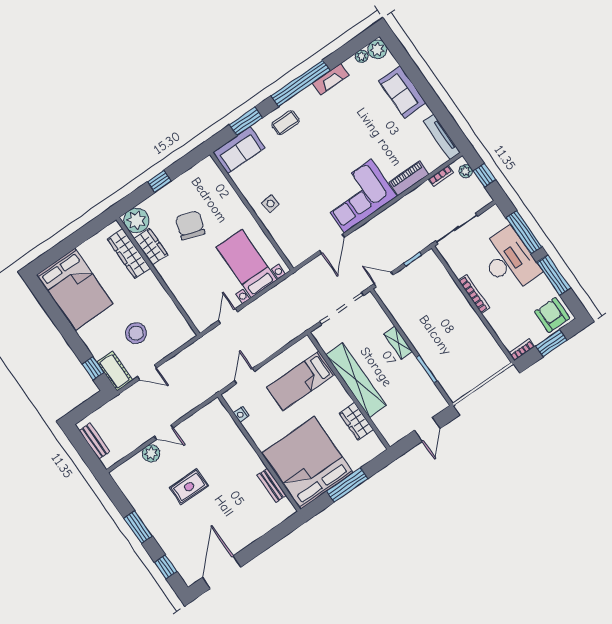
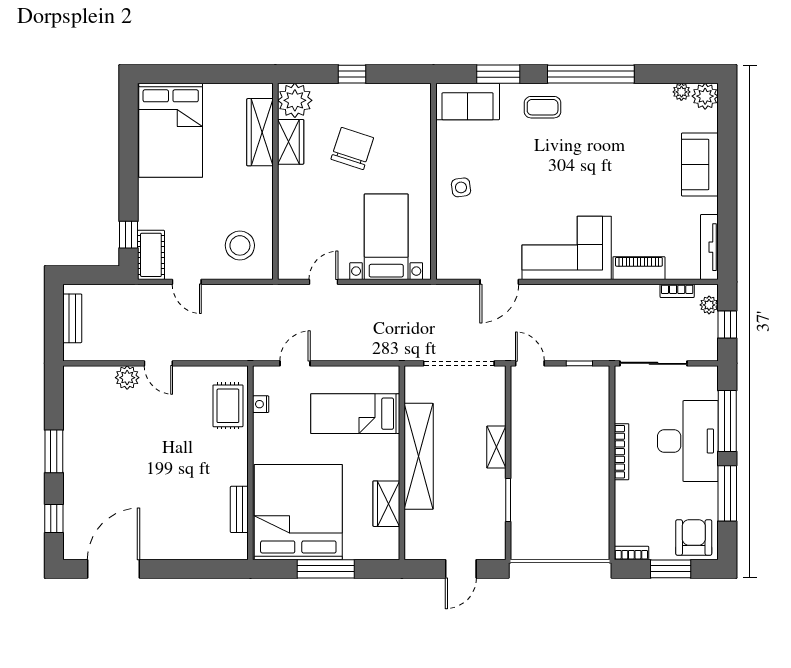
fireplace: (331, 79) -> (628, 93), removed
stool: (136, 333) -> (240, 245), moved
rug: (189, 487) -> (228, 406), moved, turned 90

